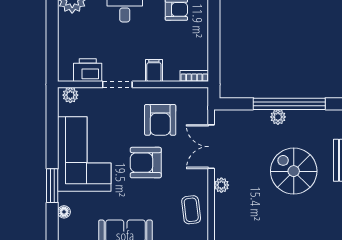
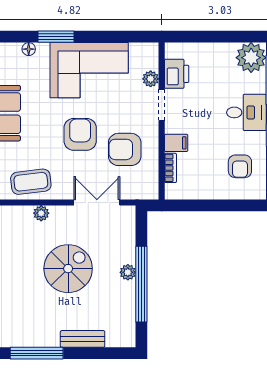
bookcase: (194, 76) -> (170, 168), moved
plant: (70, 95) -> (151, 79), moved
spiral stairs: (294, 171) -> (68, 269), moved
plant: (221, 185) -> (41, 213), moved
coffee table: (191, 210) -> (31, 182), width x1.36, depth x1.30

